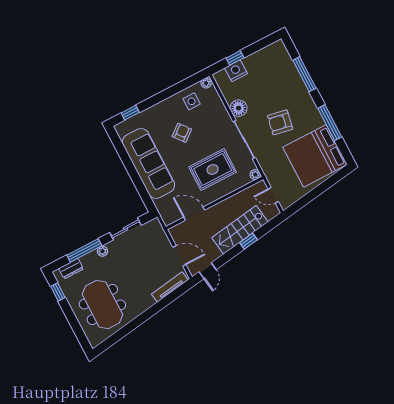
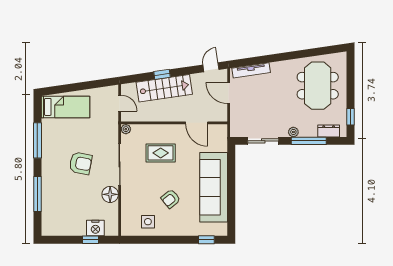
plant: (206, 83) -> (127, 231), removed
bed: (315, 156) -> (65, 107), width x0.49
rug: (213, 169) -> (161, 153), width x0.73, depth x0.70

